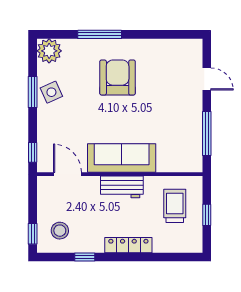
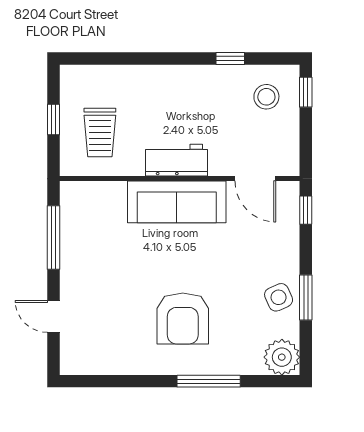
locker: (128, 245) -> (167, 76), removed

